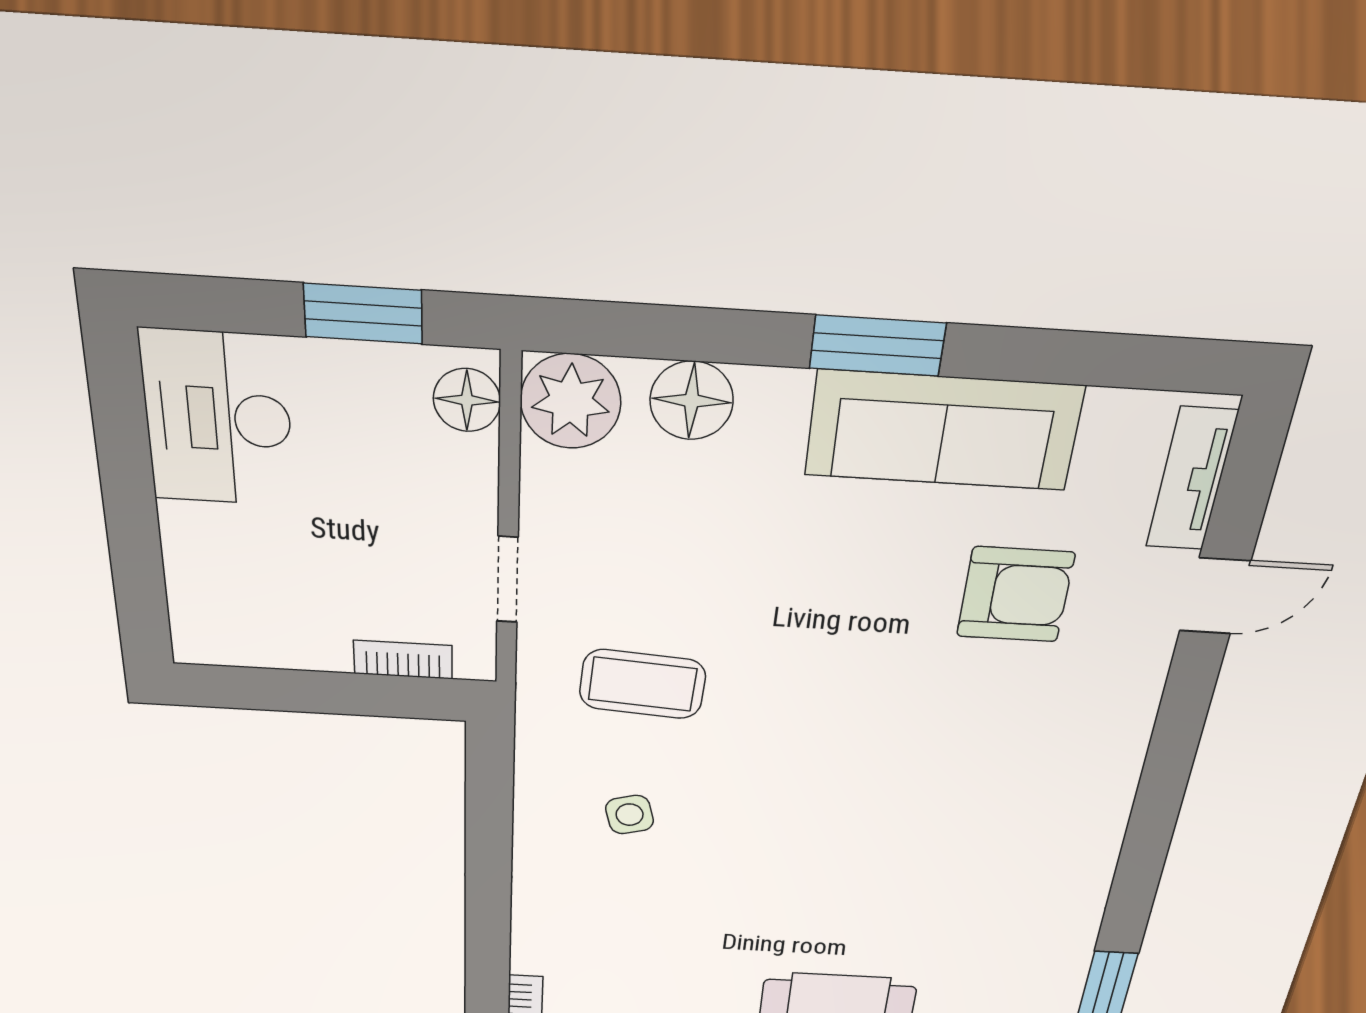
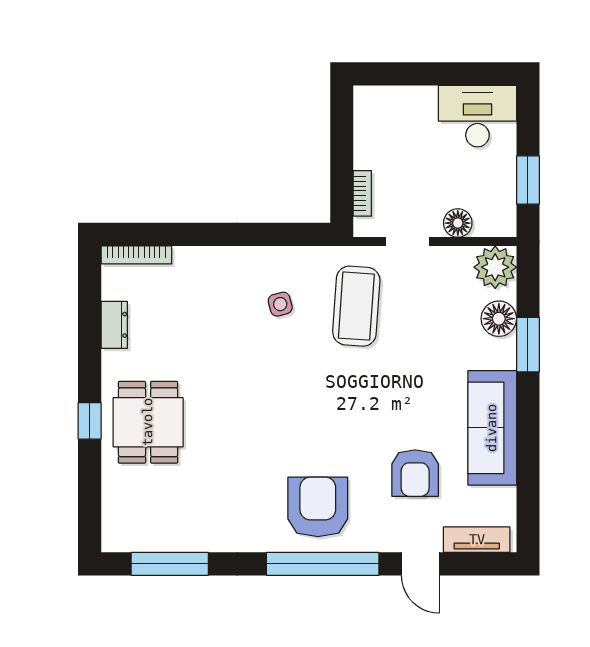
window: (878, 346) -> (528, 345), moved
floor lamp: (467, 400) -> (458, 223), moved
coffee table: (643, 684) -> (356, 306), width x1.36, depth x1.32
window: (1166, 773) -> (323, 564), added
armchair: (1048, 775) -> (318, 507), added

